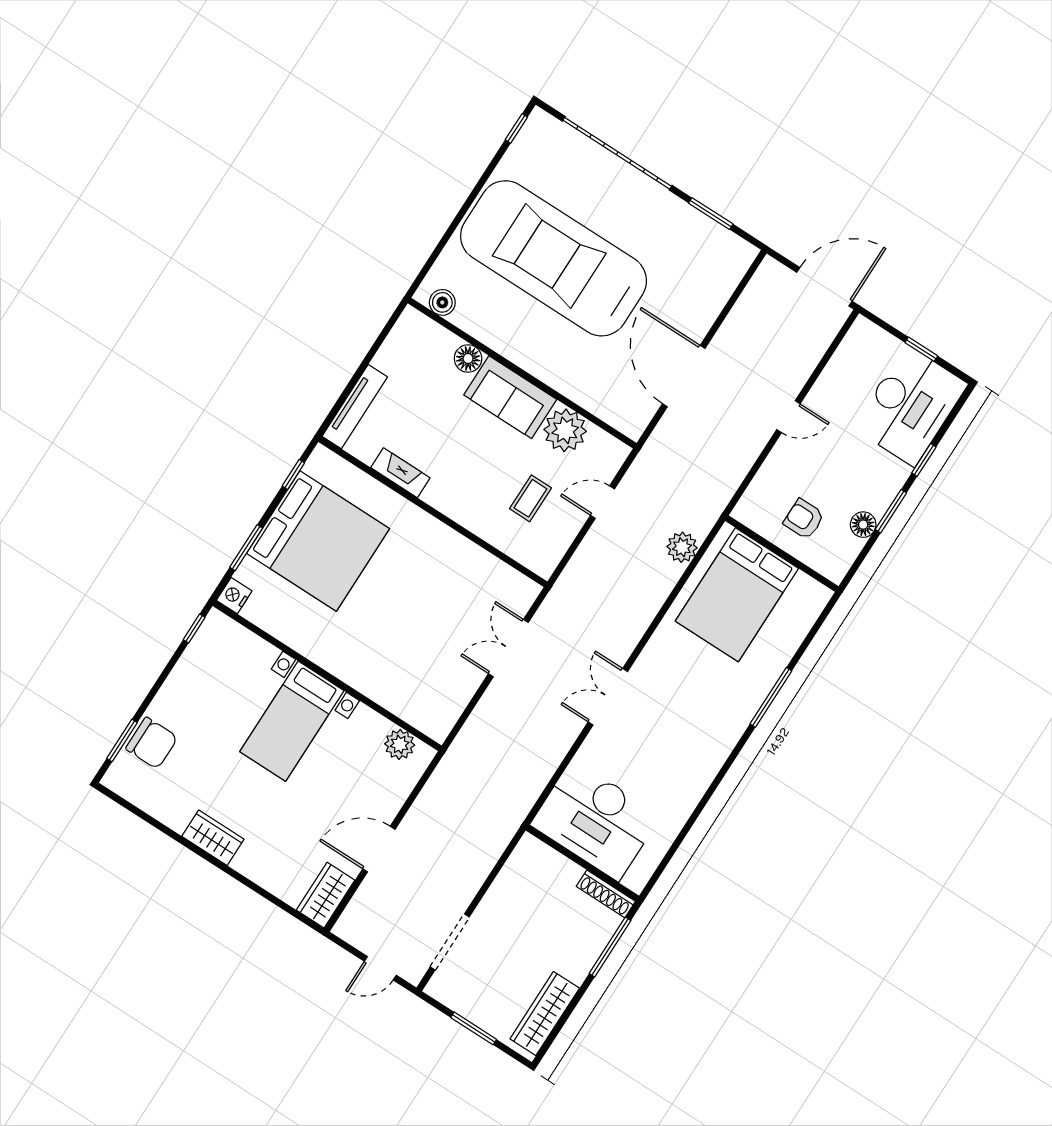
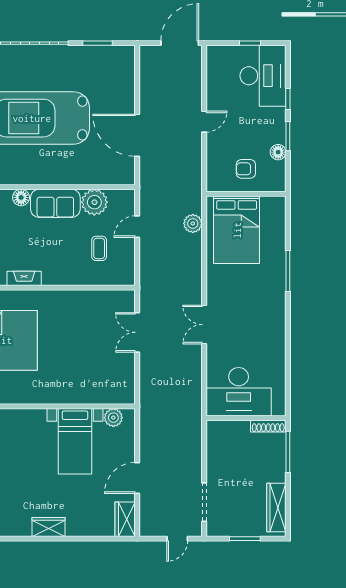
bed with nightstands: (292, 721) -> (75, 441), moved

